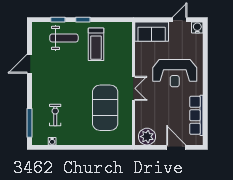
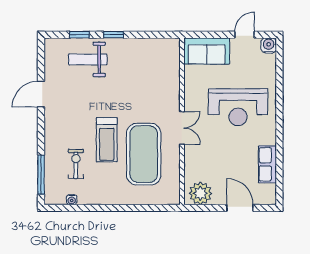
weight bench: (64, 38) -> (88, 59), turned 180
treadmill: (96, 44) -> (107, 140), moved
row of seats: (196, 115) -> (267, 164), width x0.68

